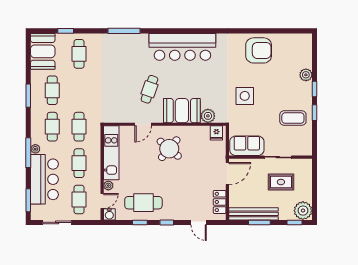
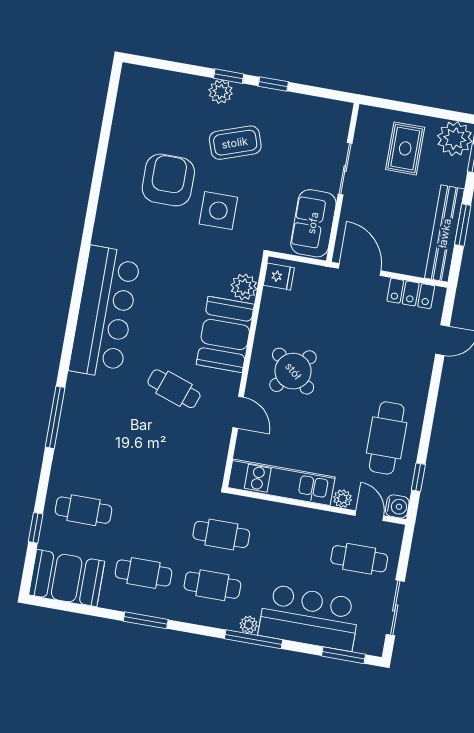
armchair: (259, 50) -> (168, 180), moved
plant: (306, 75) -> (221, 92), moved
coffee table: (293, 118) -> (235, 143), moved, turned 71
cafe table: (79, 163) -> (290, 547), removed
rug: (281, 182) -> (405, 148), moved
window: (140, 222) -> (418, 477), moved
window: (167, 222) -> (432, 400), removed

